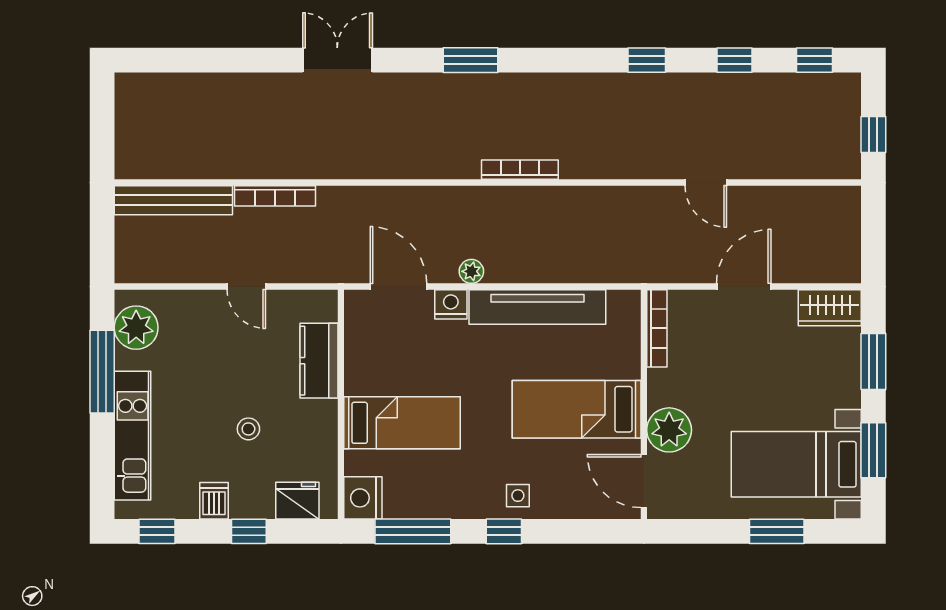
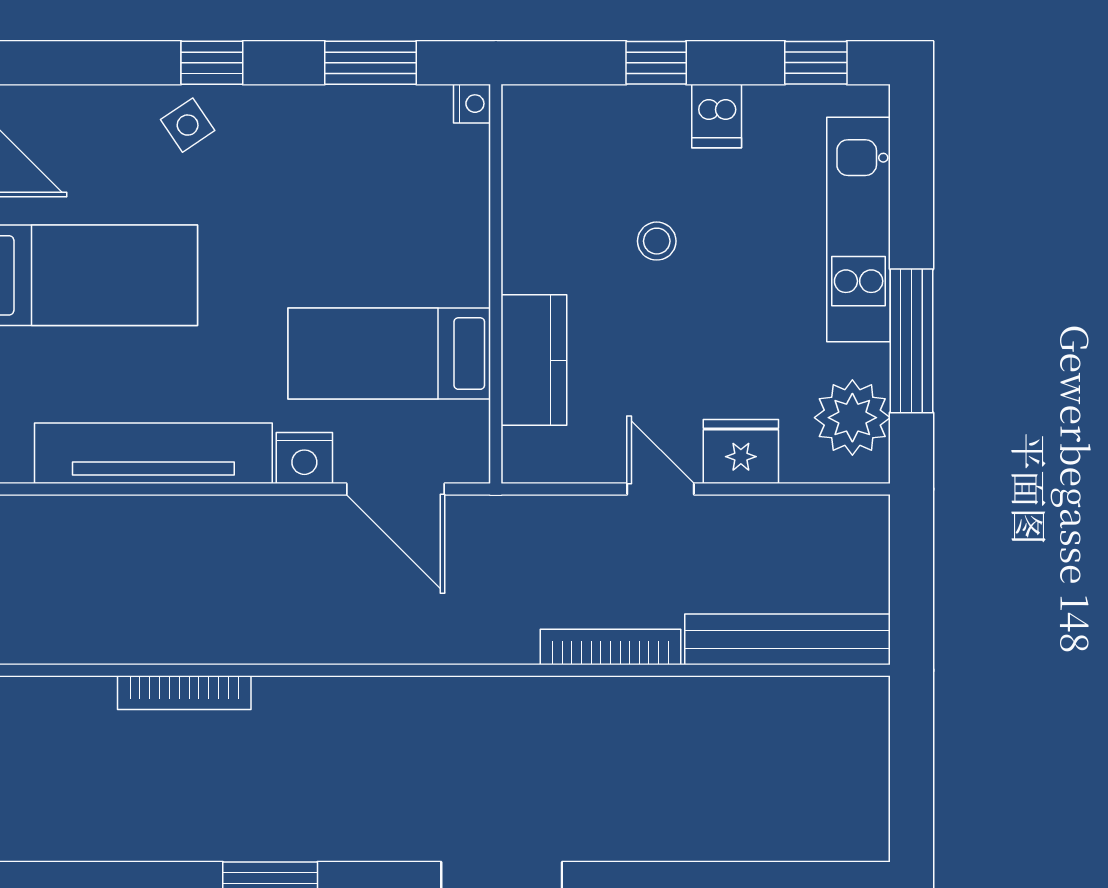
plant: (471, 271) -> (268, 515), removed
bed: (402, 423) -> (389, 354), moved
side table: (518, 496) -> (188, 125), turned -34
nightstand: (363, 498) -> (472, 104), width x0.53, depth x0.56
fridge: (297, 501) -> (741, 452), moved, turned 180
window: (413, 531) -> (370, 63), width x0.69

